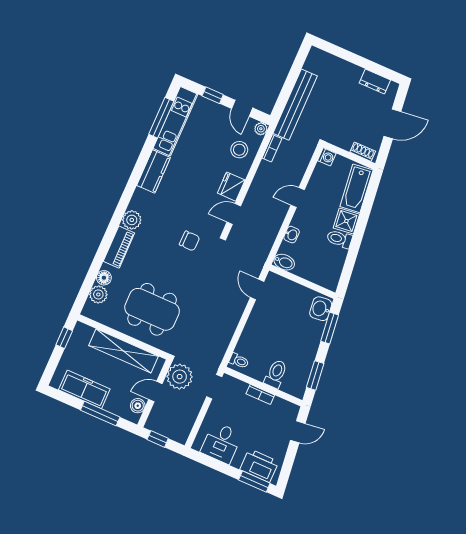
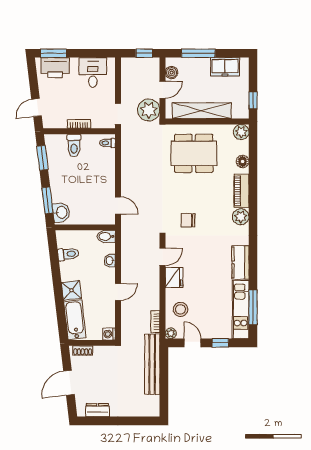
toilet: (339, 239) -> (68, 254), moved
plant: (98, 294) -> (241, 132), moved
freezer: (84, 389) -> (225, 67), width x0.71

